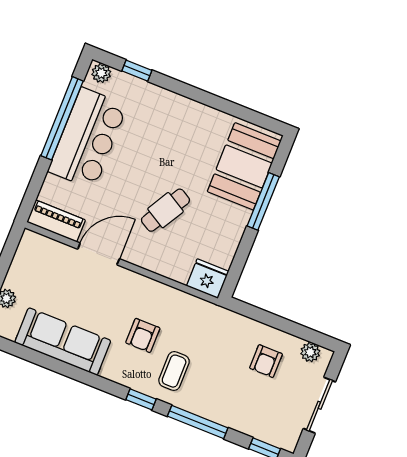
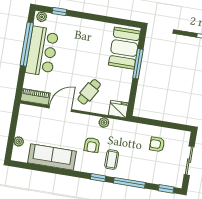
cafe table: (165, 210) -> (89, 92), moved
plant: (310, 352) -> (104, 123), moved
armchair: (266, 361) -> (157, 144), turned 90

